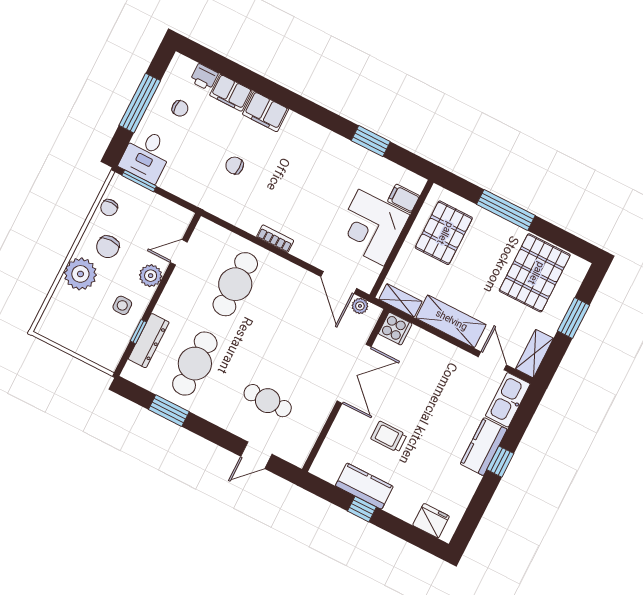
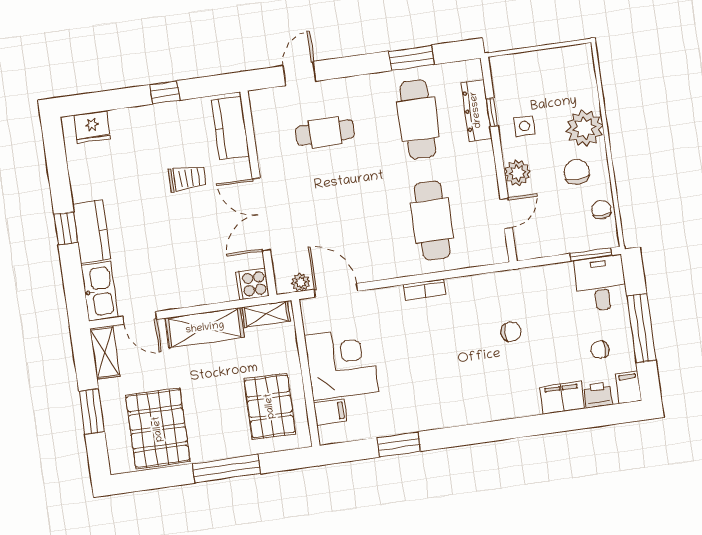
filing cabinet: (266, 112) -> (628, 387), moved, width x0.50
kitchen counter: (364, 486) -> (230, 128), moved, turned 90

